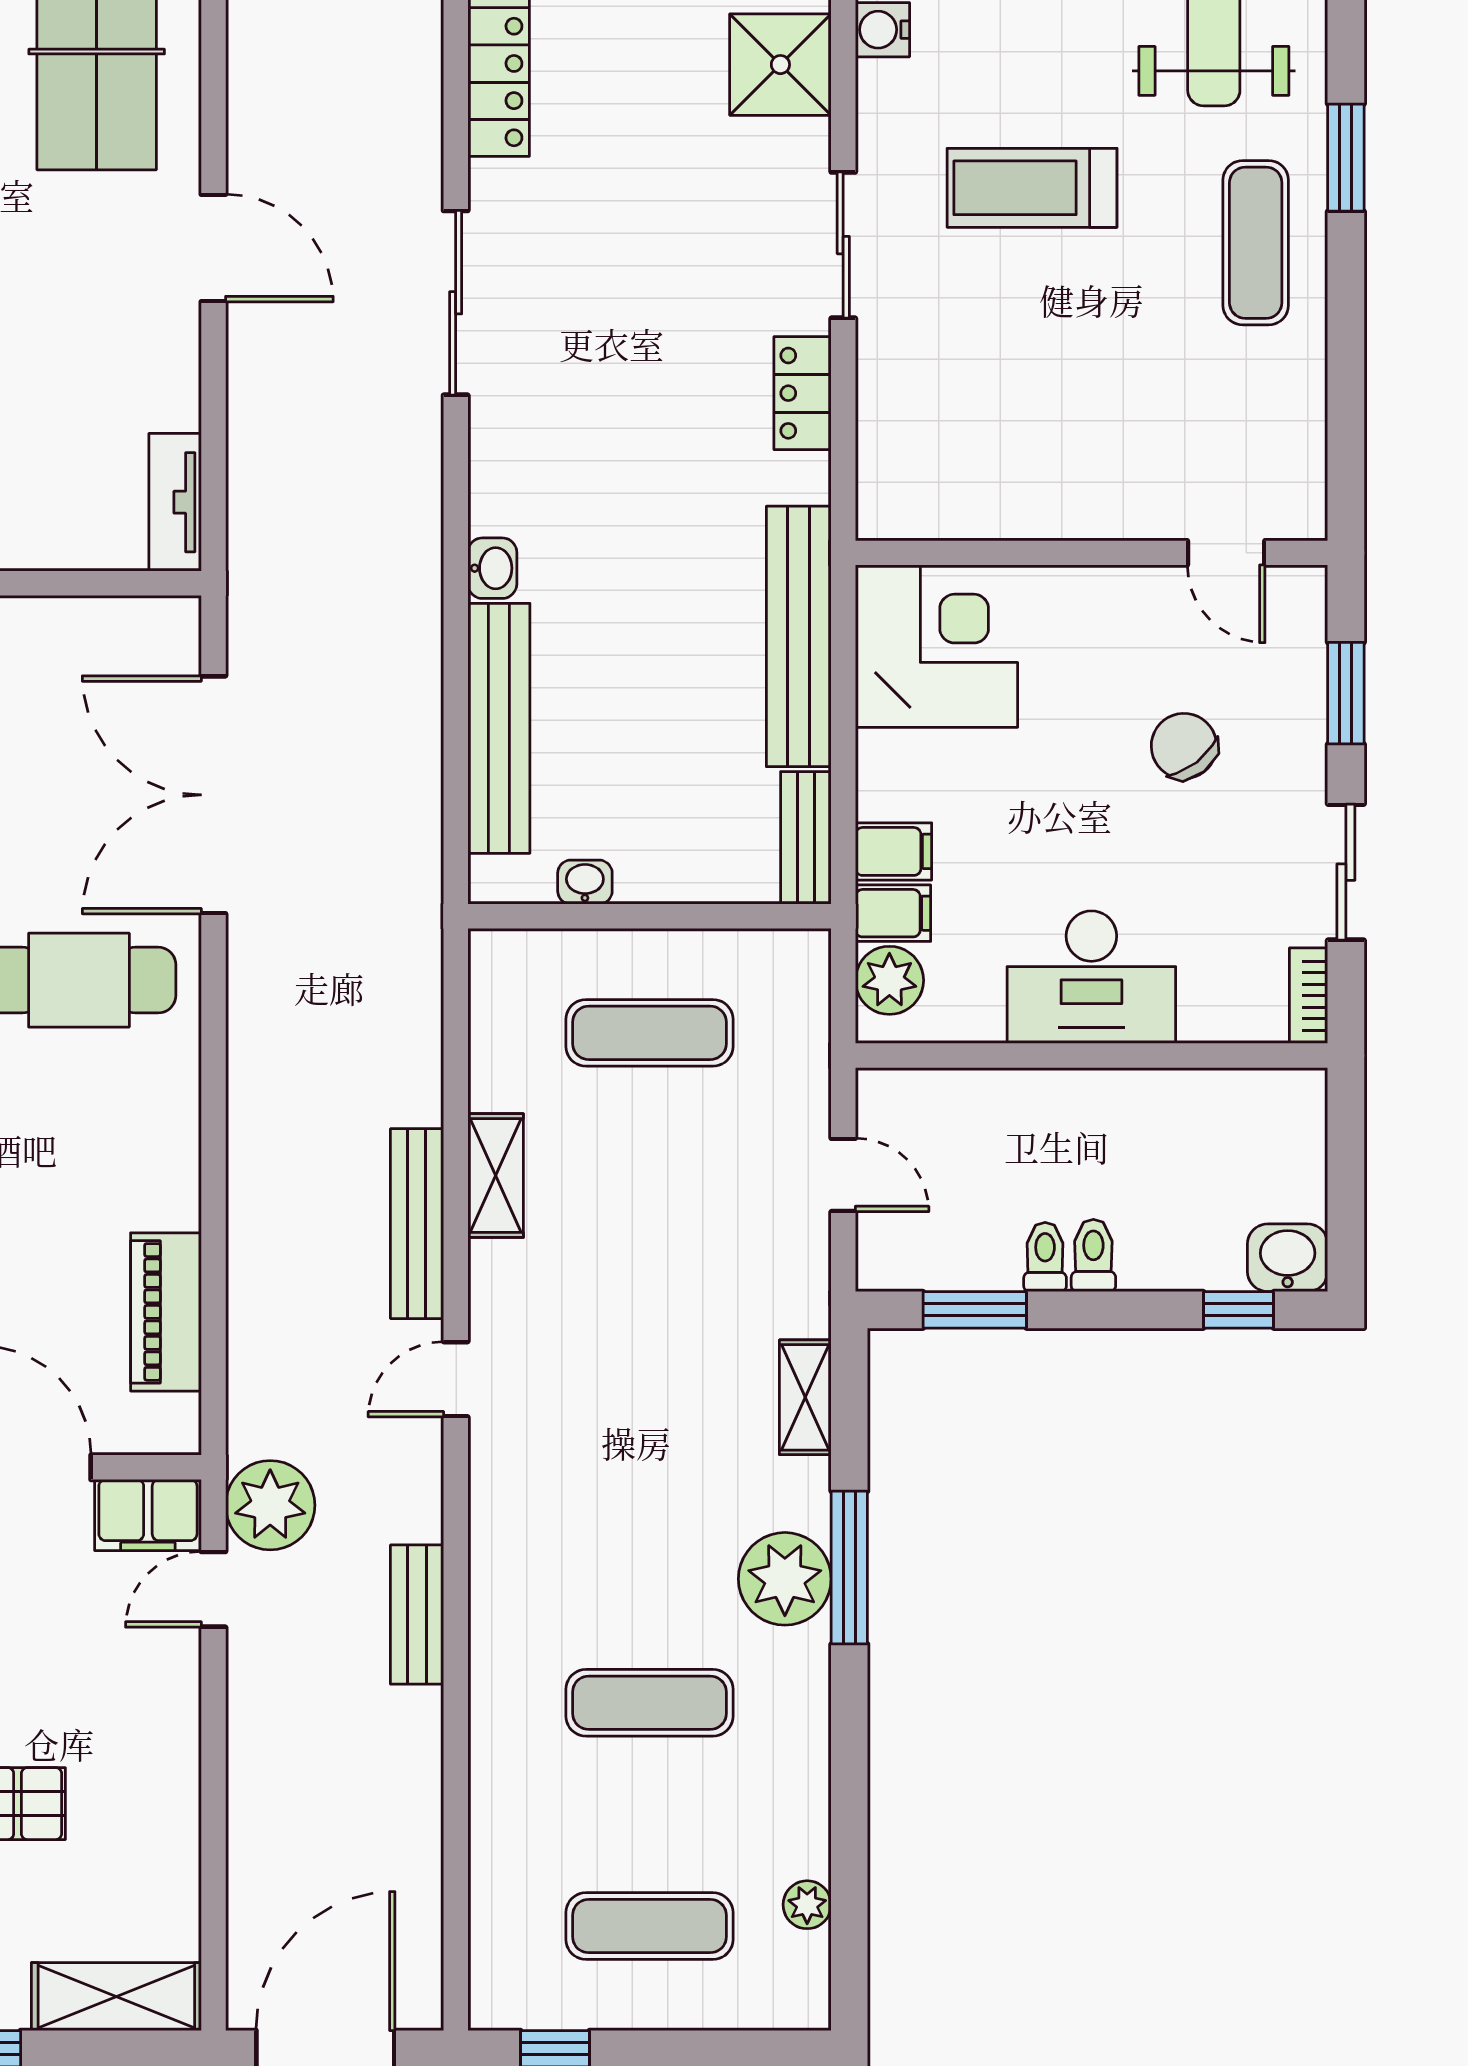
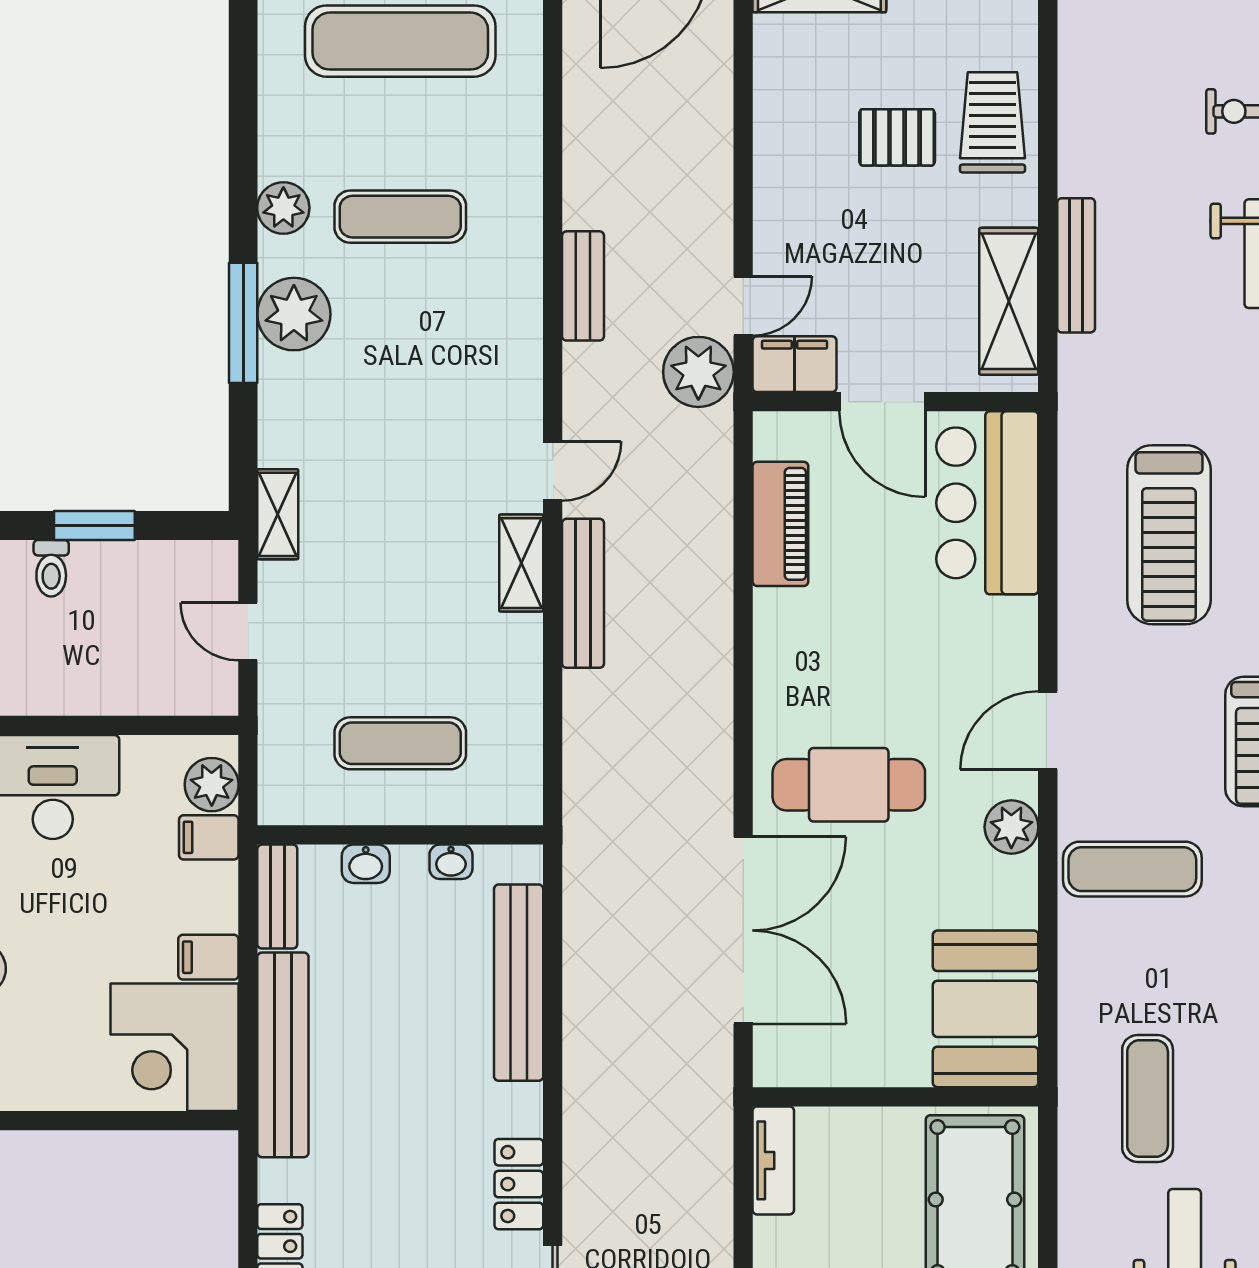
locker: (499, 472) -> (519, 1184), added
washbasin: (492, 568) -> (366, 864), moved, turned -90
filing cabinet: (893, 851) -> (208, 957), moved
shelving: (496, 1176) -> (521, 563), moved
toilet: (1045, 1257) -> (89, 567), removed
window: (975, 1310) -> (94, 525), moved
shelving: (805, 1397) -> (278, 514), moved
plant: (807, 1905) -> (283, 208), moved, width x1.38, depth x1.38
exercise mat: (649, 1926) -> (400, 41), width x1.36, depth x1.45

